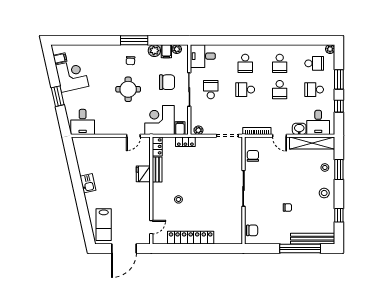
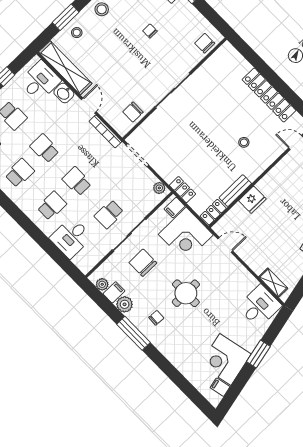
desk: (203, 56) -> (71, 237), moved, turned 90
school desk: (245, 90) -> (77, 181), turned 180
school desk: (280, 90) -> (45, 148), turned -90
shelving: (88, 142) -> (273, 283), added

